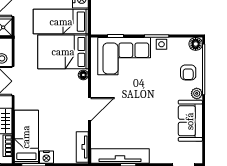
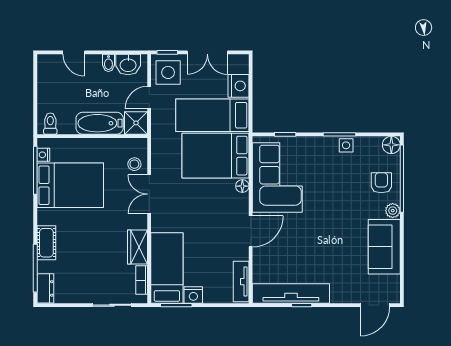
corner sofa: (124, 56) -> (277, 177), moved, turned -90
armchair: (188, 72) -> (381, 183), turned 180

